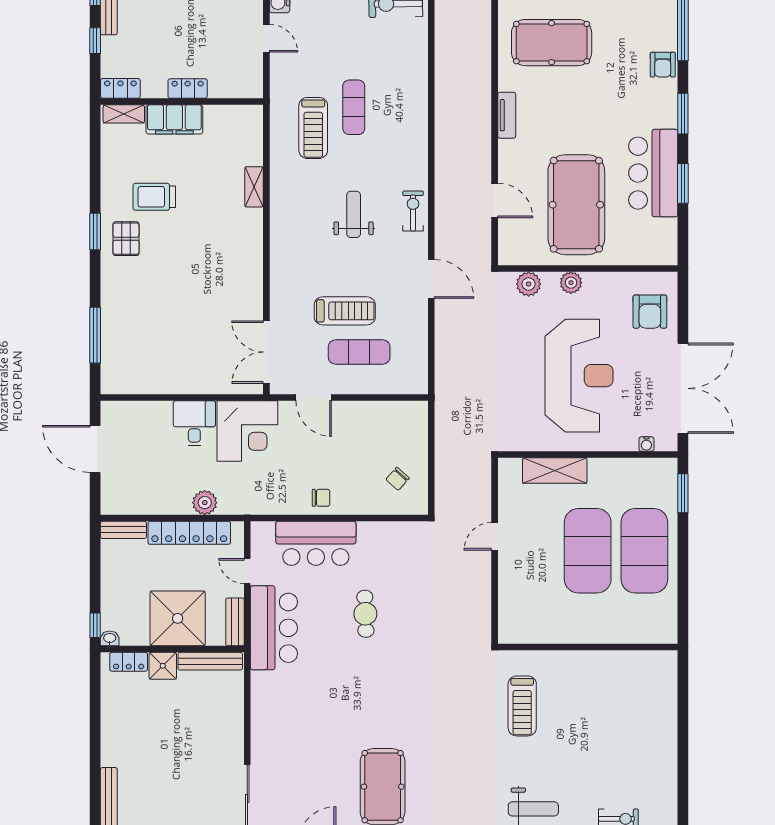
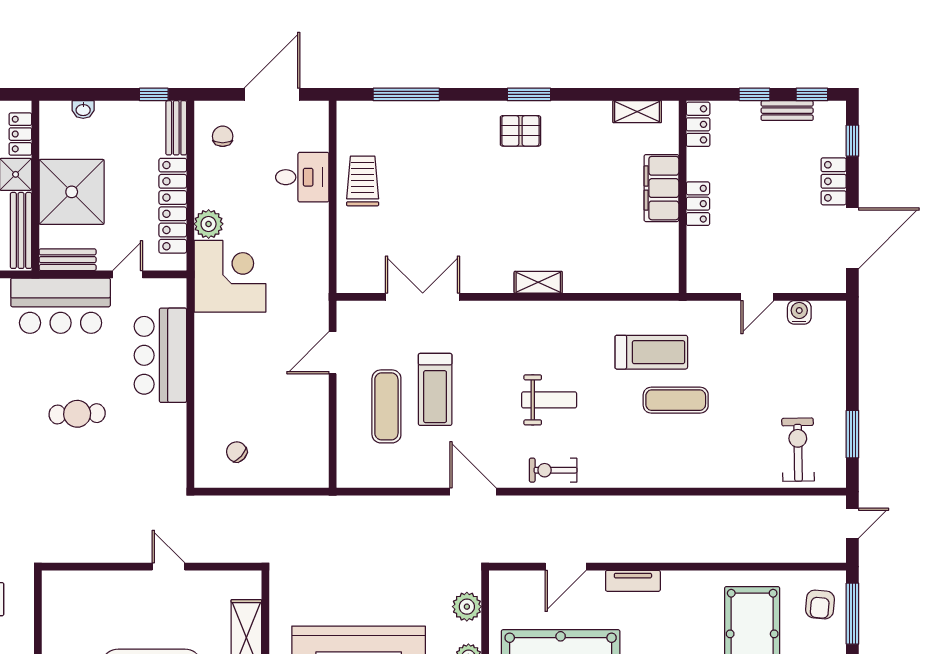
shelving: (124, 114) -> (637, 112), moved, turned 90
tv unit: (507, 115) -> (633, 581), moved
treadmill: (313, 128) -> (651, 352), turned 180
shelving: (254, 187) -> (538, 282), moved
trolley: (154, 197) -> (363, 181), moved
exercise bike: (413, 211) -> (553, 470), turned 180
door: (431, 279) -> (473, 492), swing flipped
double door: (266, 352) -> (423, 297), moved
desk: (194, 423) -> (302, 177), moved
corner desk: (247, 431) -> (230, 276), moved, turned 180
chair: (321, 498) -> (223, 136), moved, turned 180
window: (95, 625) -> (154, 94), moved
washbasin: (110, 638) -> (83, 110), moved, turned 90

